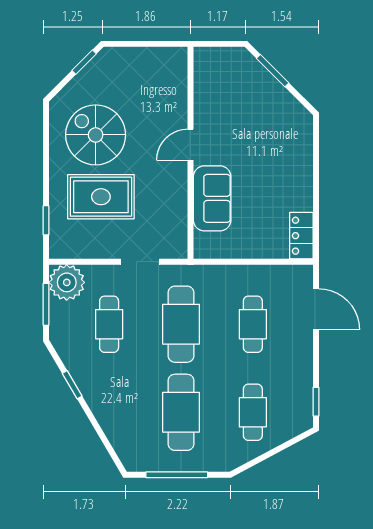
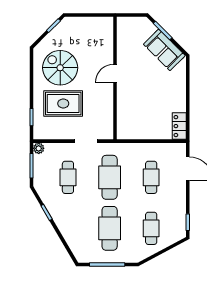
sofa: (212, 198) -> (164, 50), moved, turned 135
plant: (67, 282) -> (39, 148), width x0.53, depth x0.53

